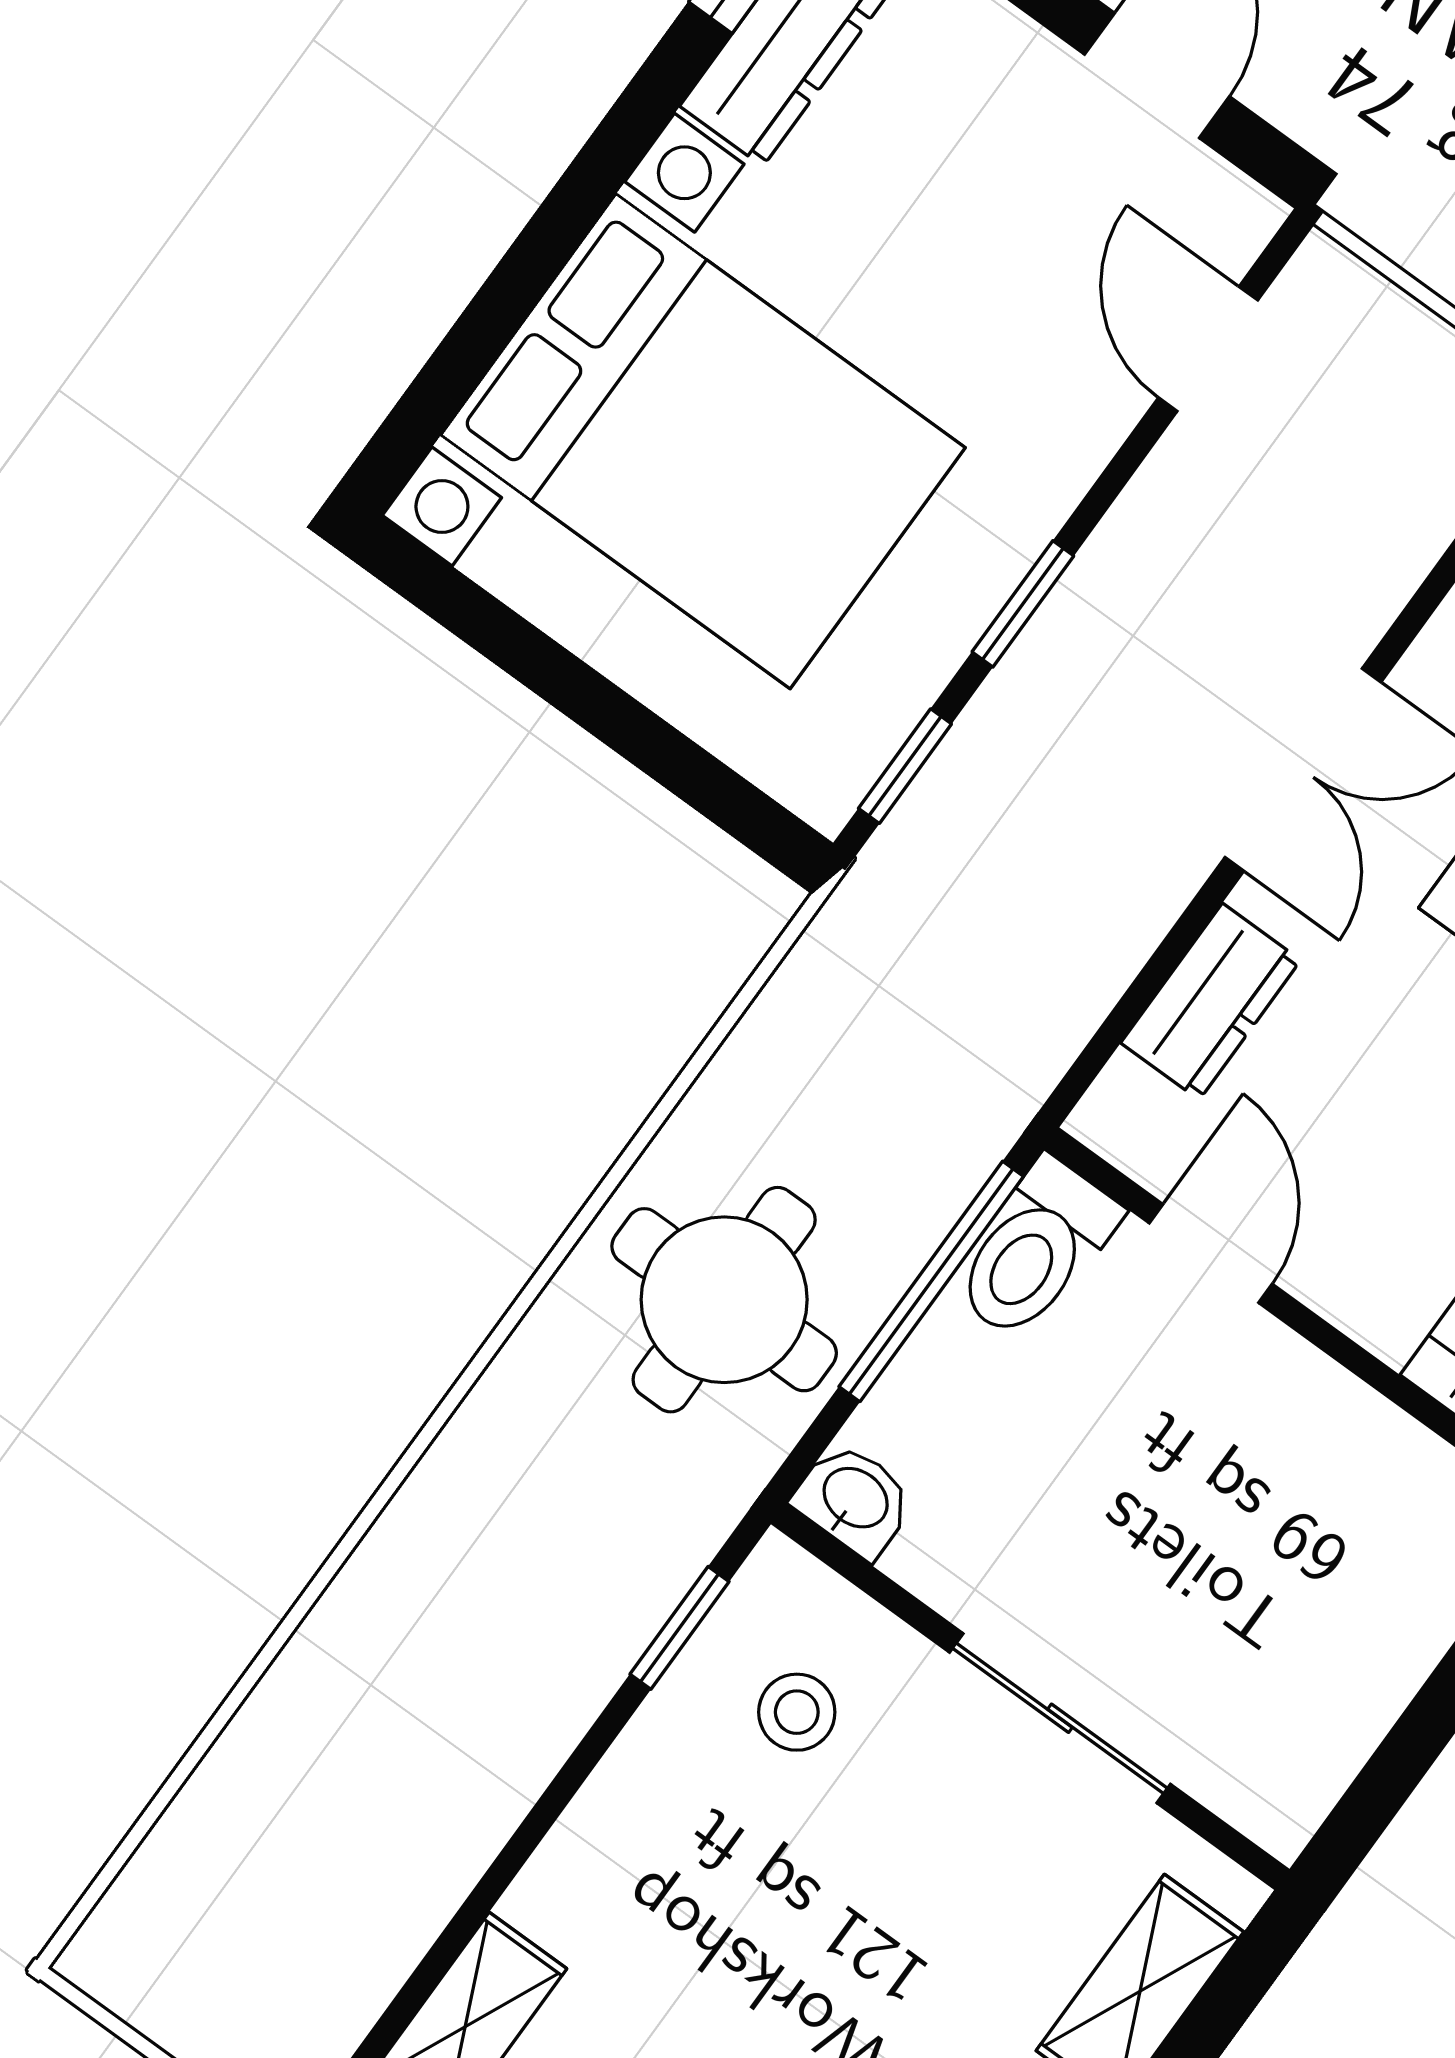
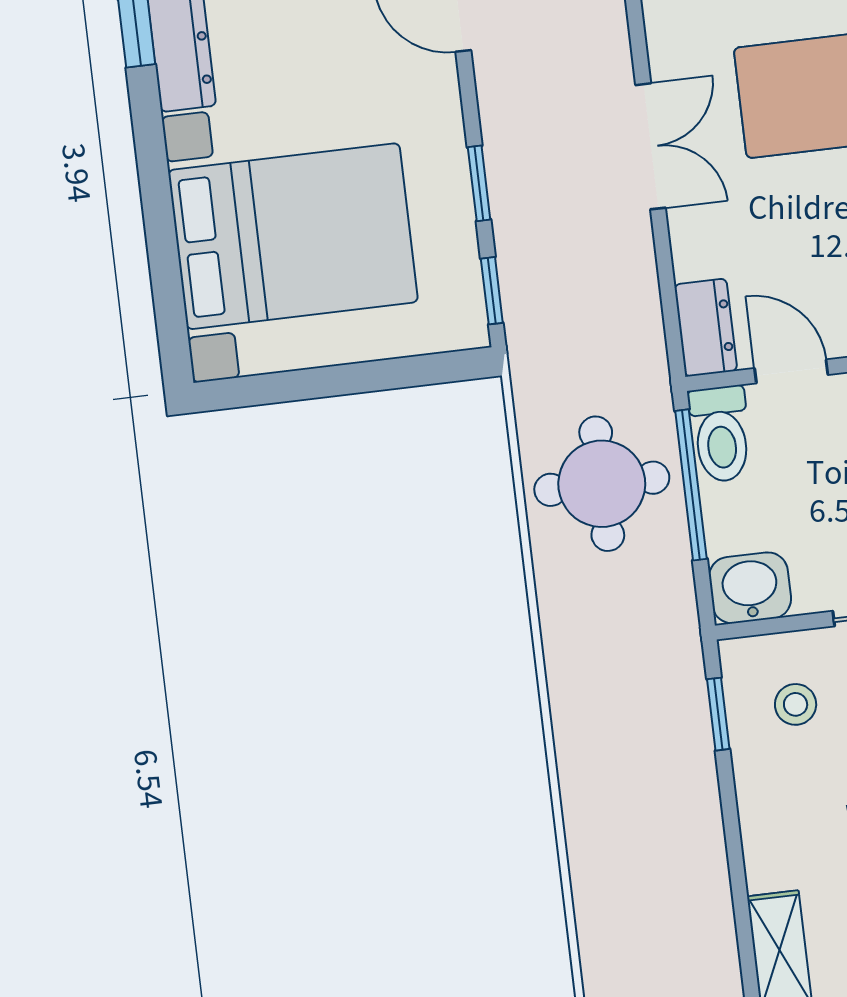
dresser: (1211, 1002) -> (706, 328), moved
round table: (724, 1300) -> (602, 484), moved
washbasin: (854, 1500) -> (750, 588), width x1.38, depth x1.45

